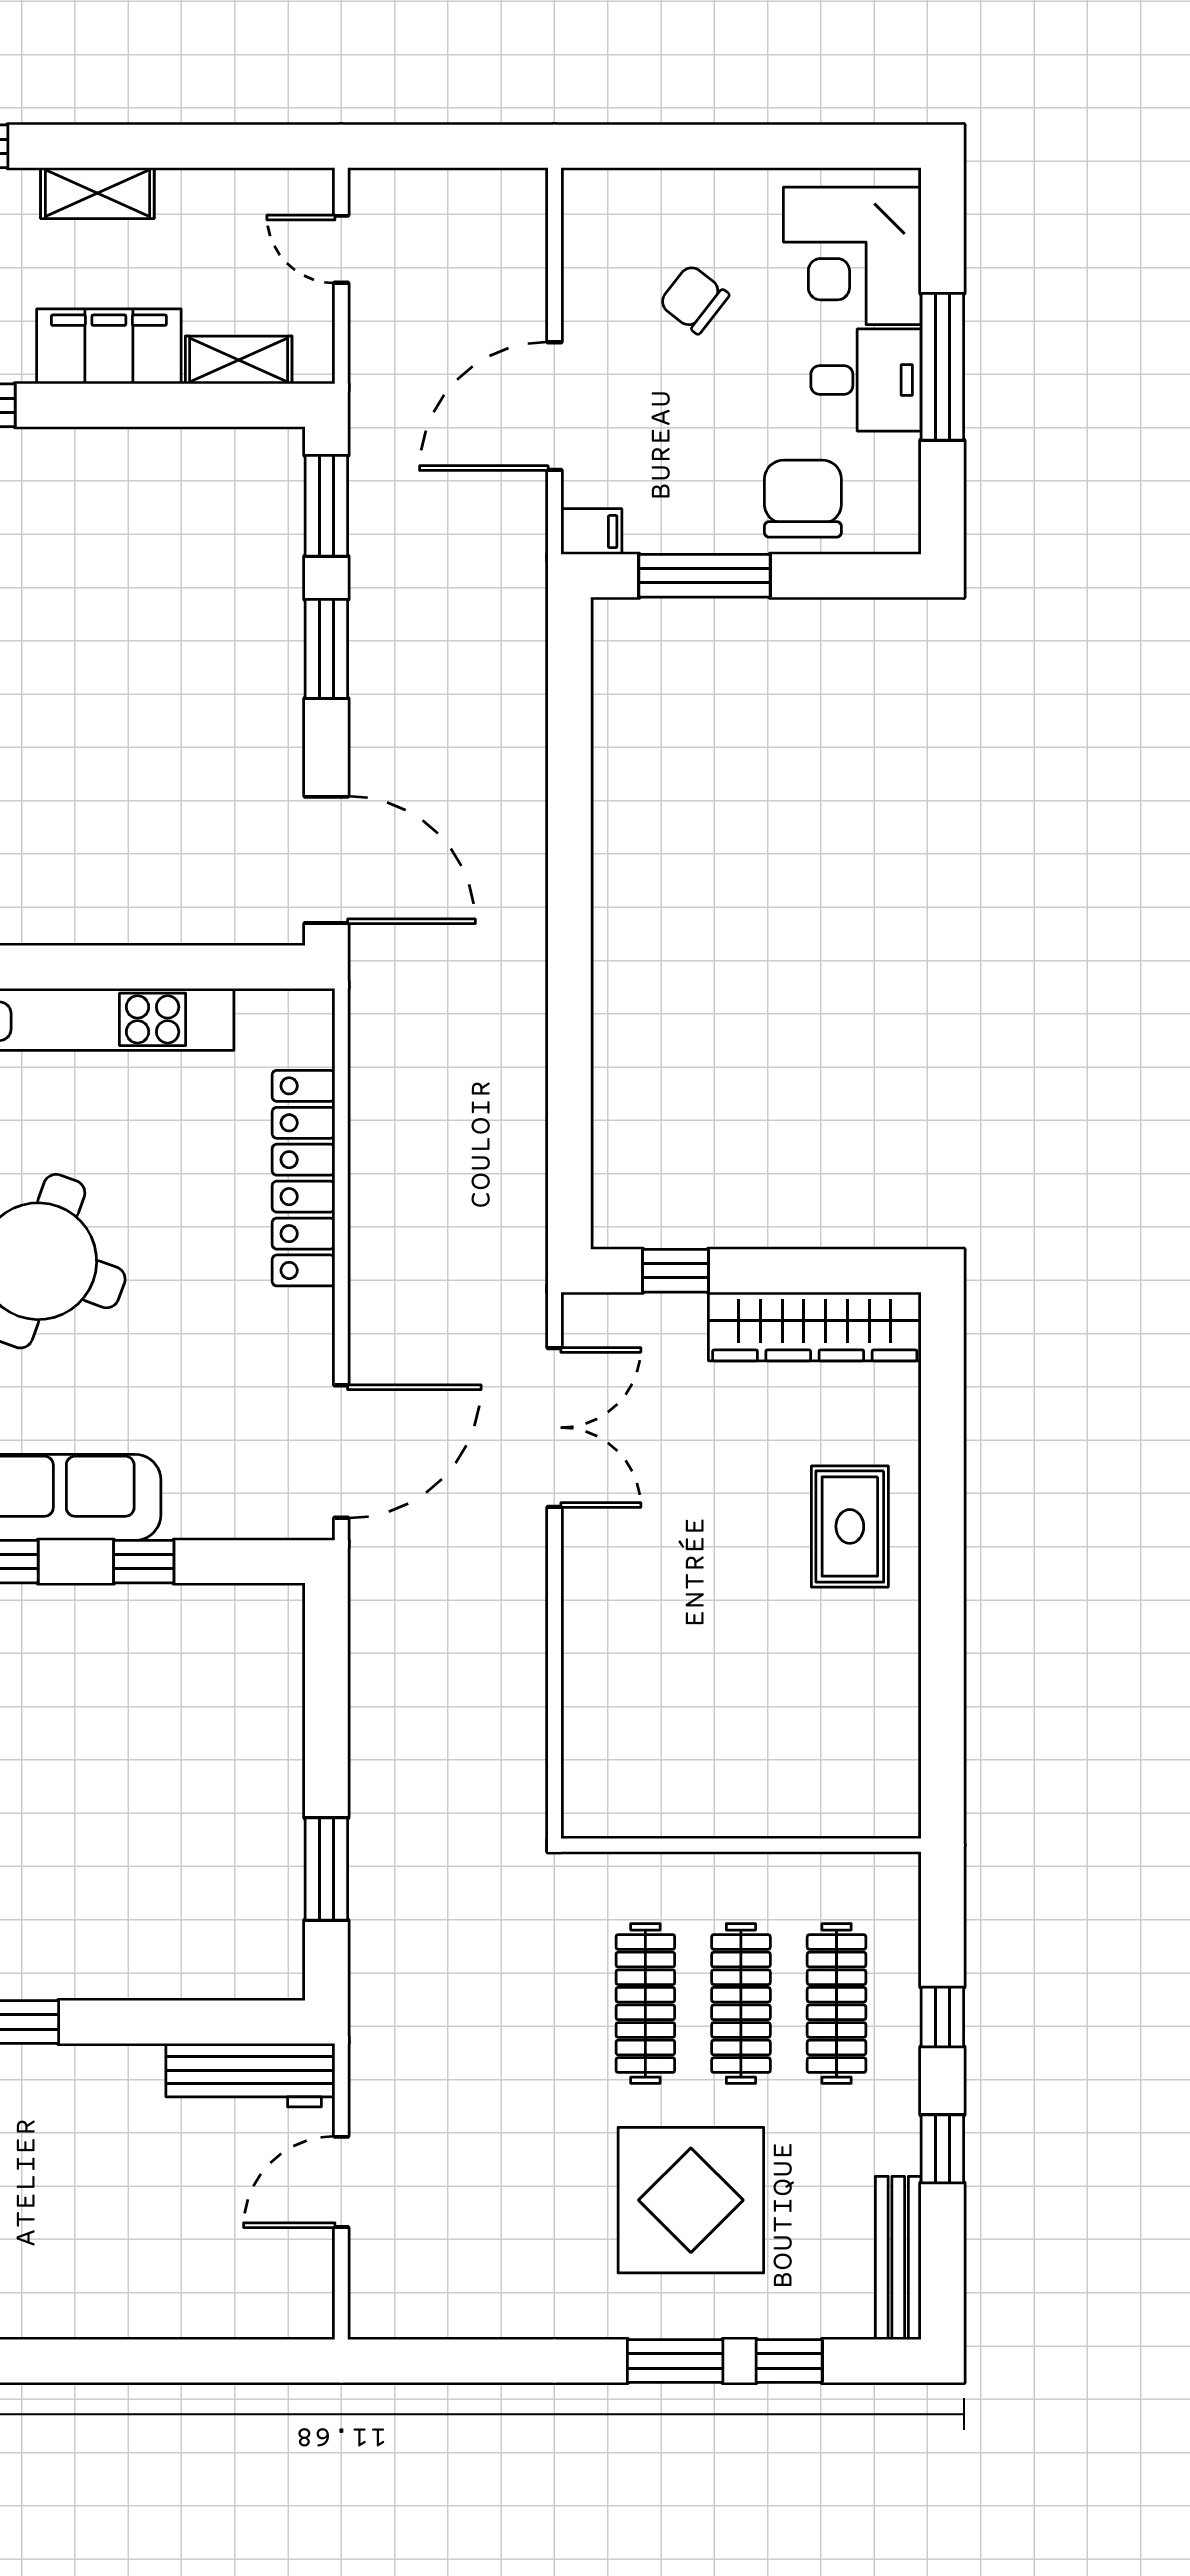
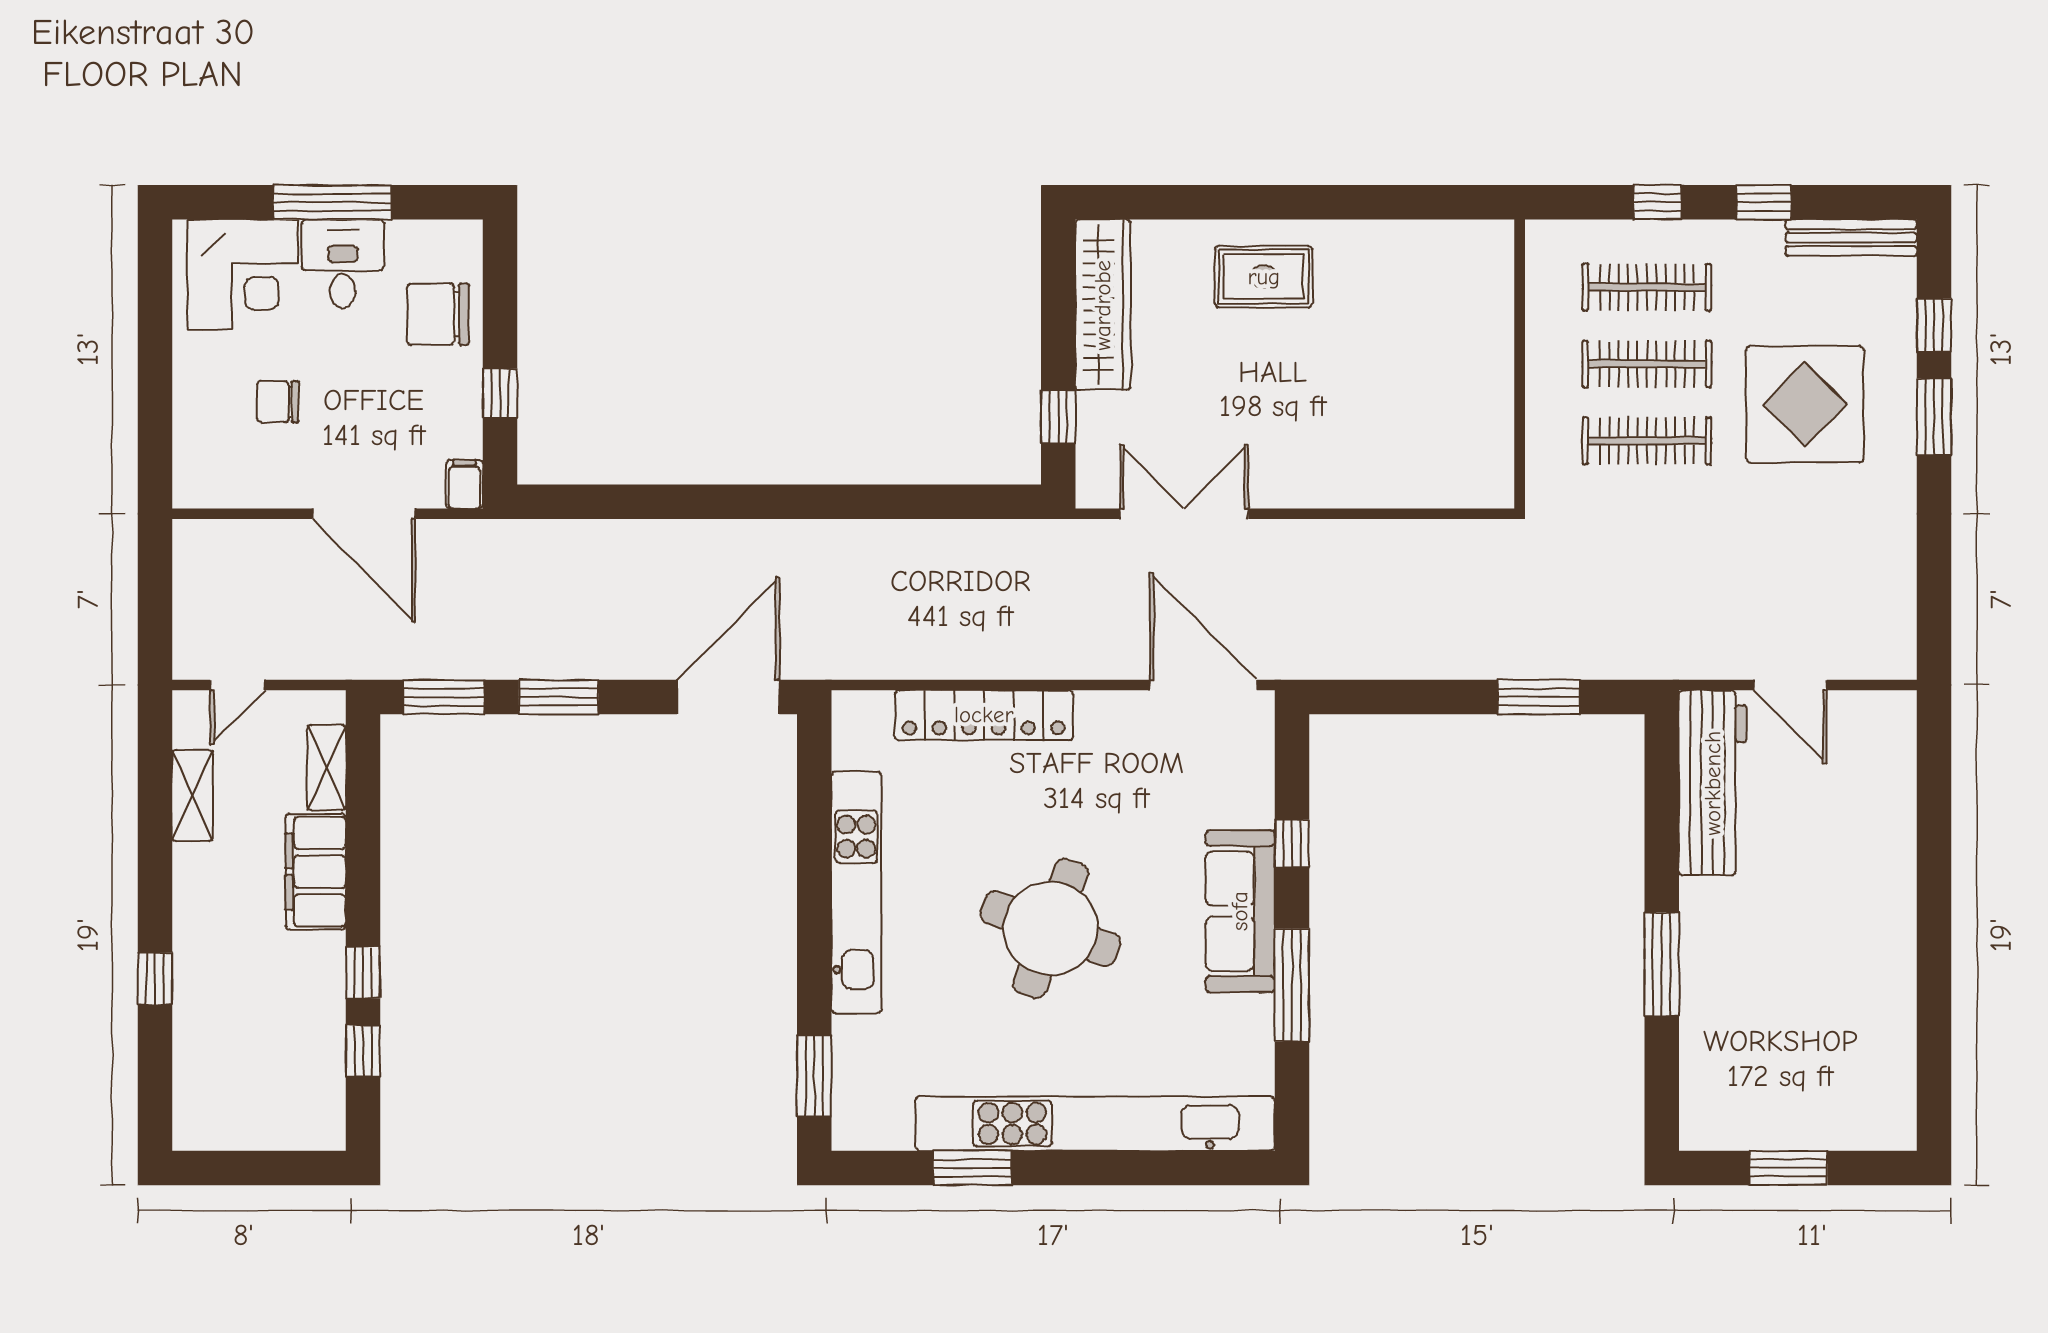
shelving: (97, 193) -> (193, 796), moved
chair: (694, 299) -> (278, 402), turned 52
window: (704, 576) -> (500, 393), width x0.46
workbench: (250, 2075) -> (1713, 783), width x1.36, depth x1.32

